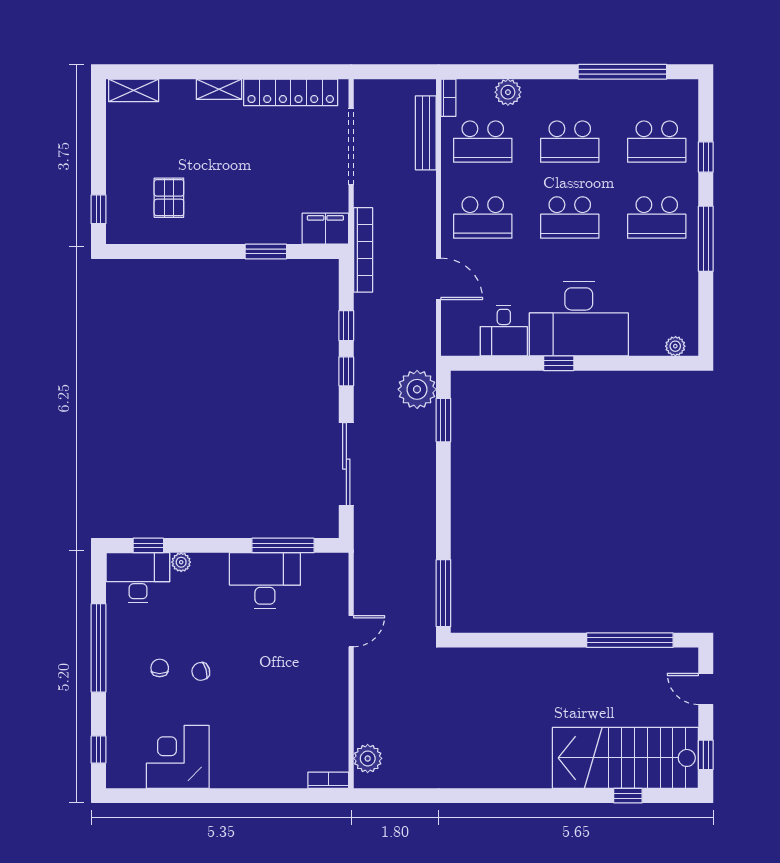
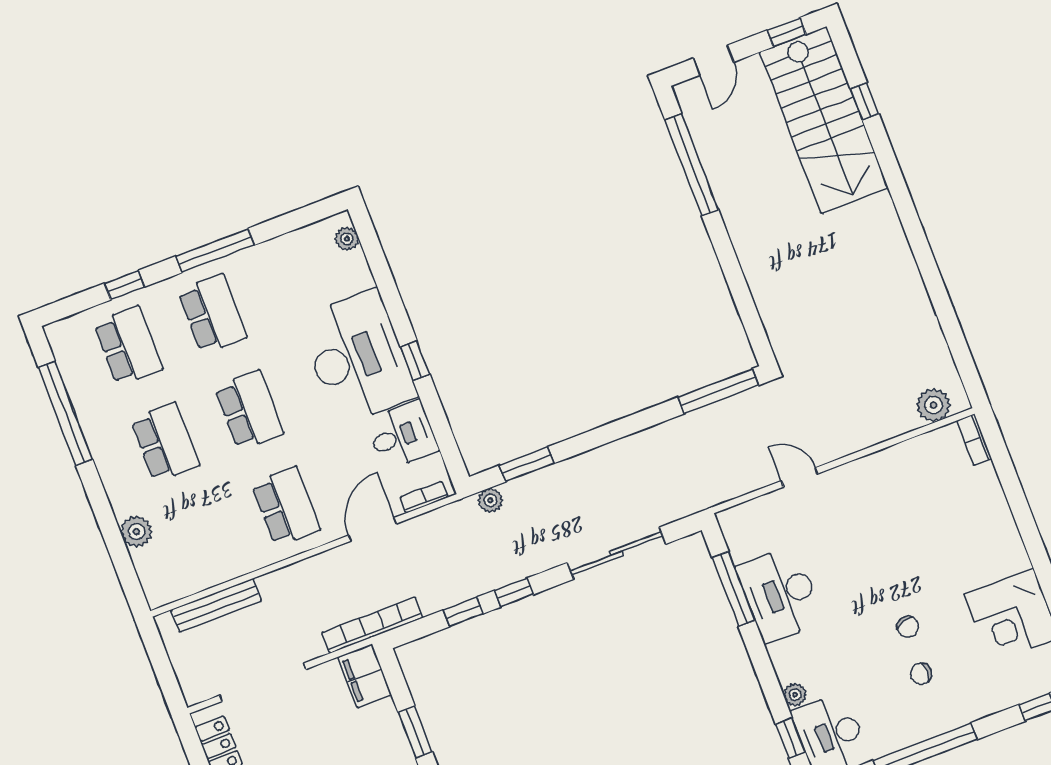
bookcase: (448, 98) -> (424, 497), moved
school desk: (483, 142) -> (202, 539), removed
plant: (417, 389) -> (490, 500), width x0.53, depth x0.53

